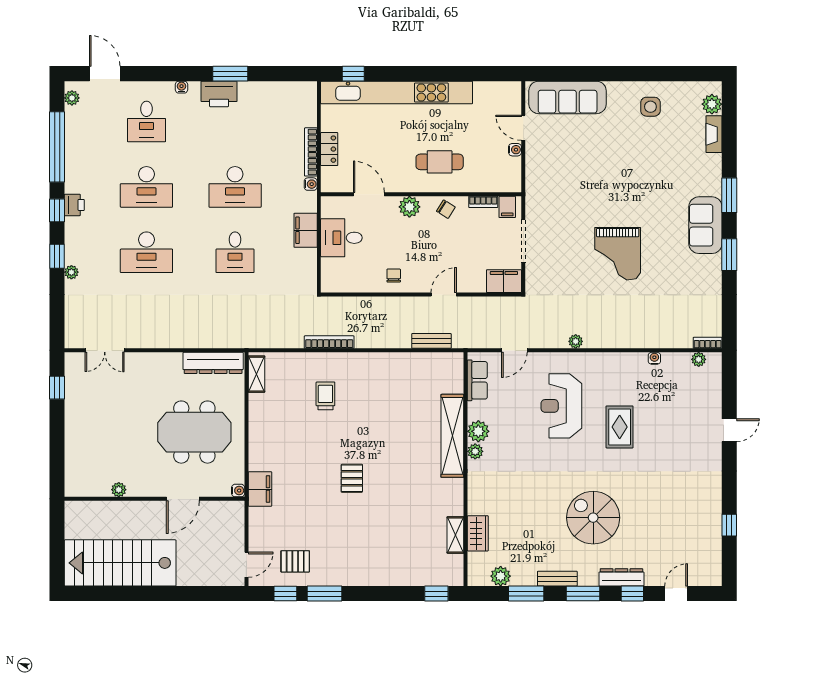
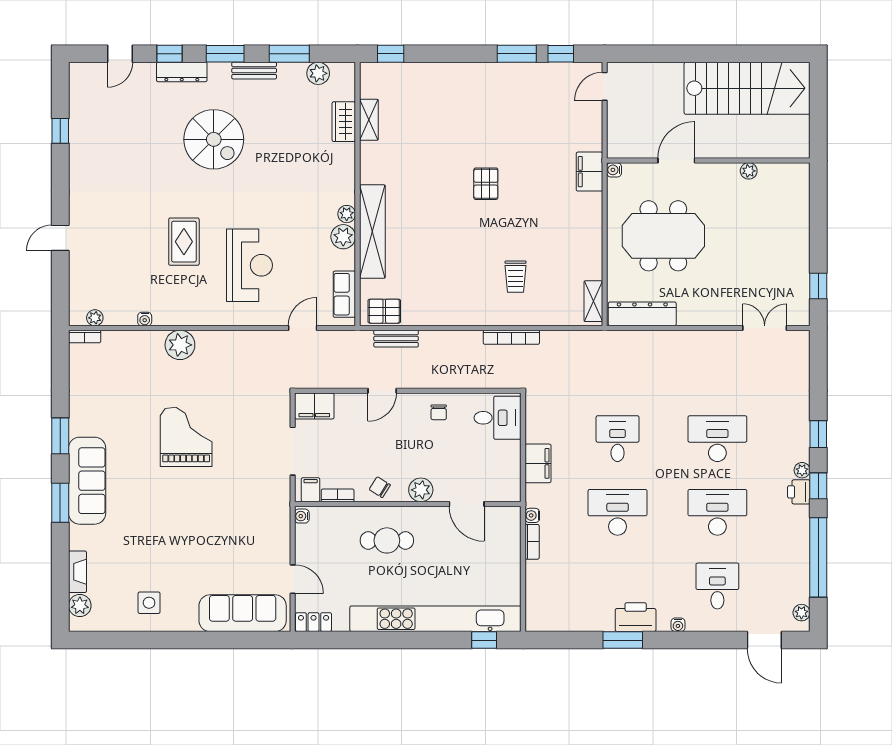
locker: (329, 149) -> (314, 622), moved, turned 90
water cooler: (515, 150) -> (302, 516), moved
bookcase: (311, 152) -> (532, 542), width x0.64
sofa: (705, 225) -> (87, 481), width x1.36
desk: (341, 238) -> (498, 418), moved
plant: (71, 272) -> (802, 470), moved
plant: (576, 341) -> (180, 345), moved, width x1.87, depth x1.87
pallet: (295, 561) -> (384, 311), moved

